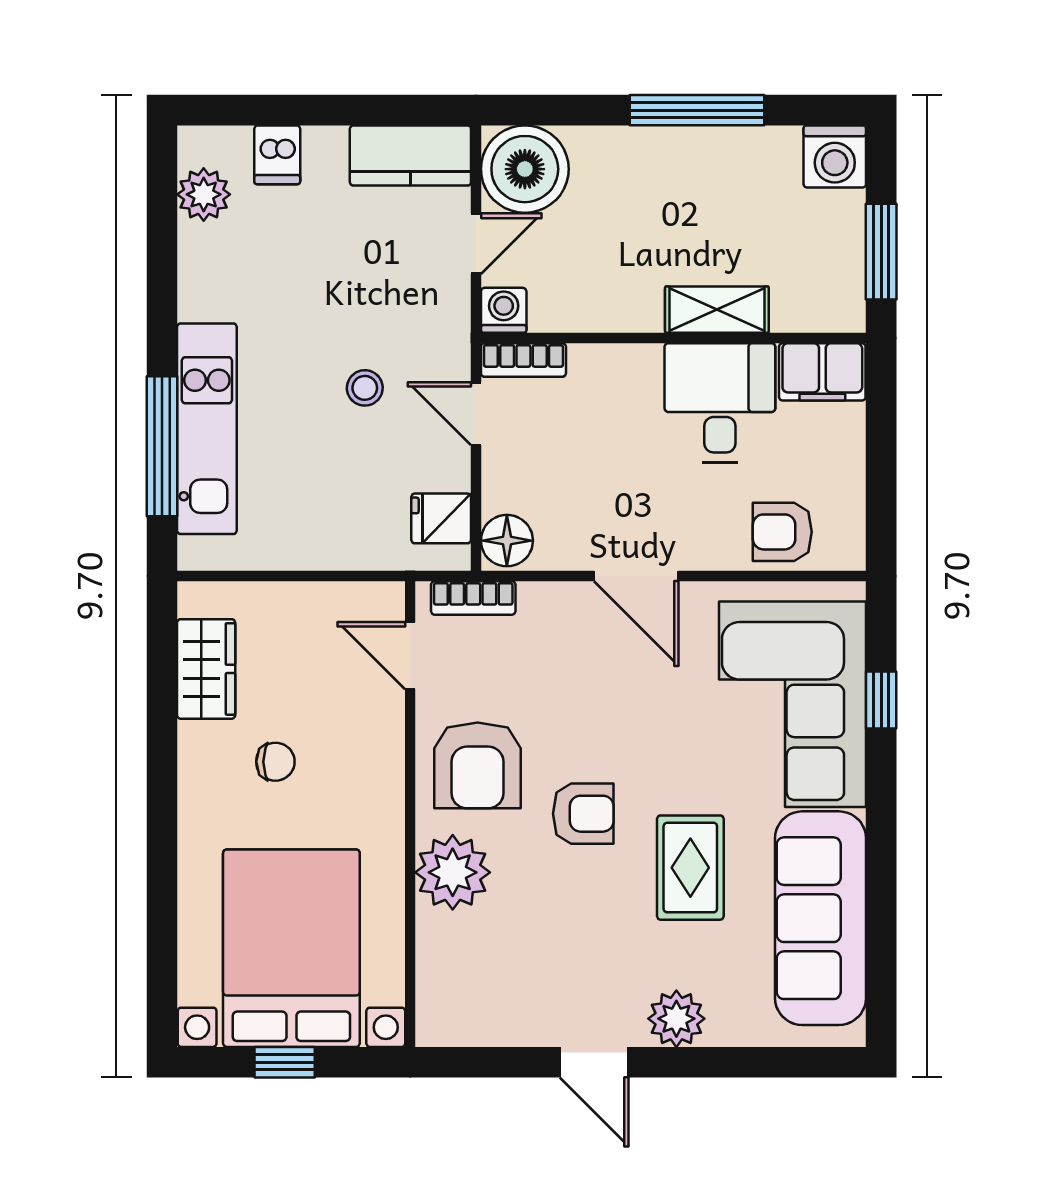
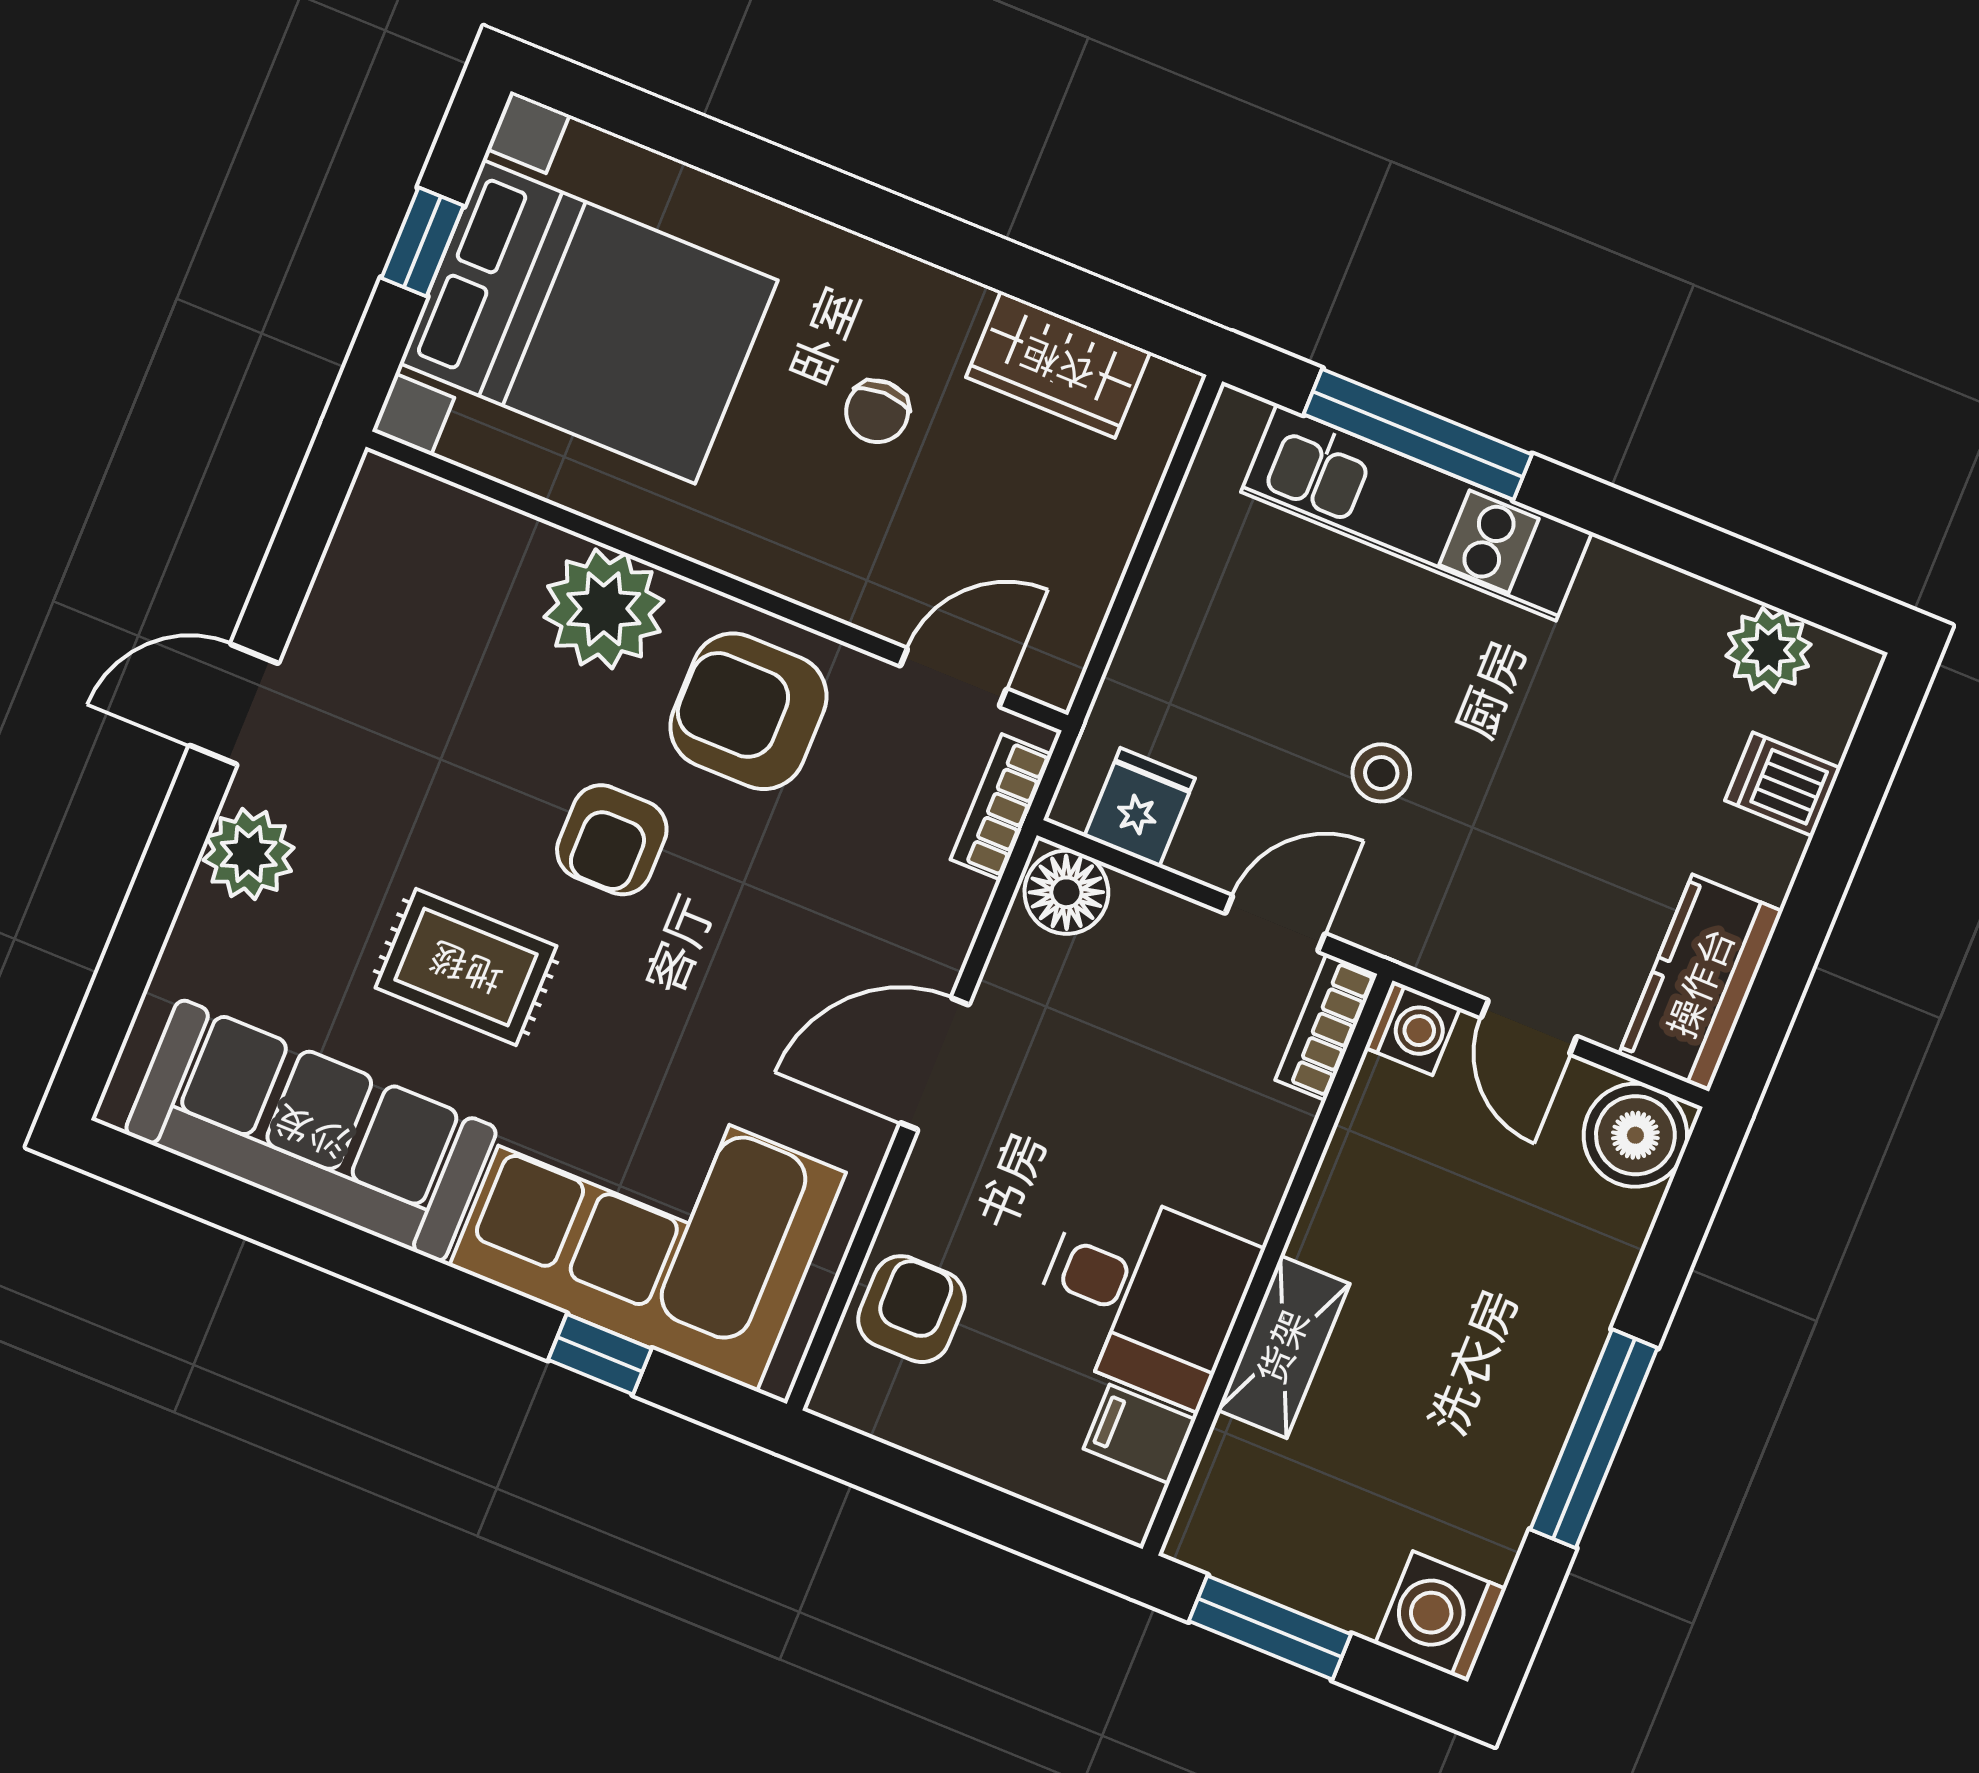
boiler: (525, 169) -> (1635, 1135), width x0.73, depth x0.73
filing cabinet: (822, 372) -> (1139, 1434), width x0.50

